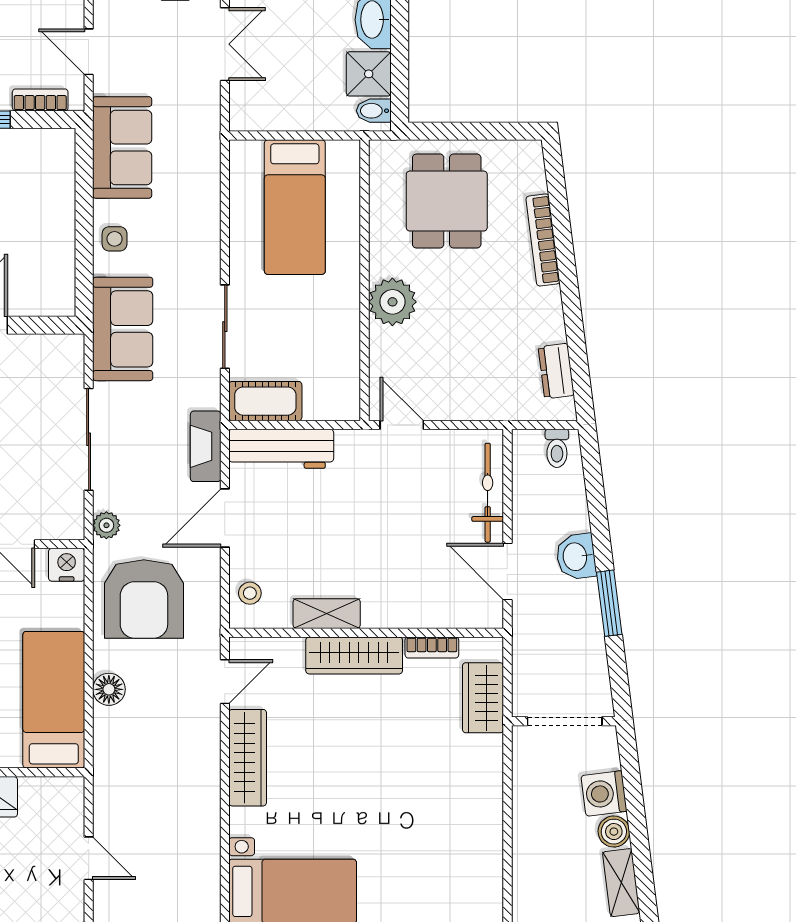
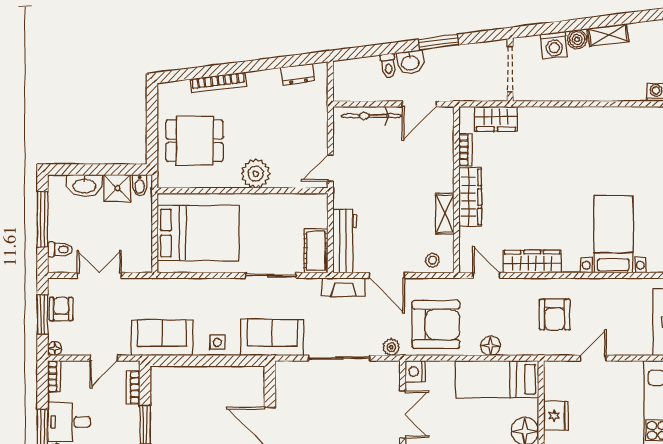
bed: (295, 207) -> (198, 233), width x1.50
toilet: (557, 448) -> (388, 65), moved, turned 83
armchair: (160, 795) -> (555, 315), added

